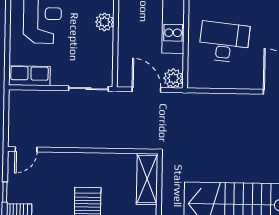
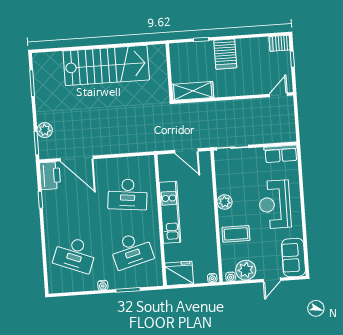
plant: (173, 78) -> (166, 162), removed
shelving: (147, 179) -> (193, 91), moved, turned 90

